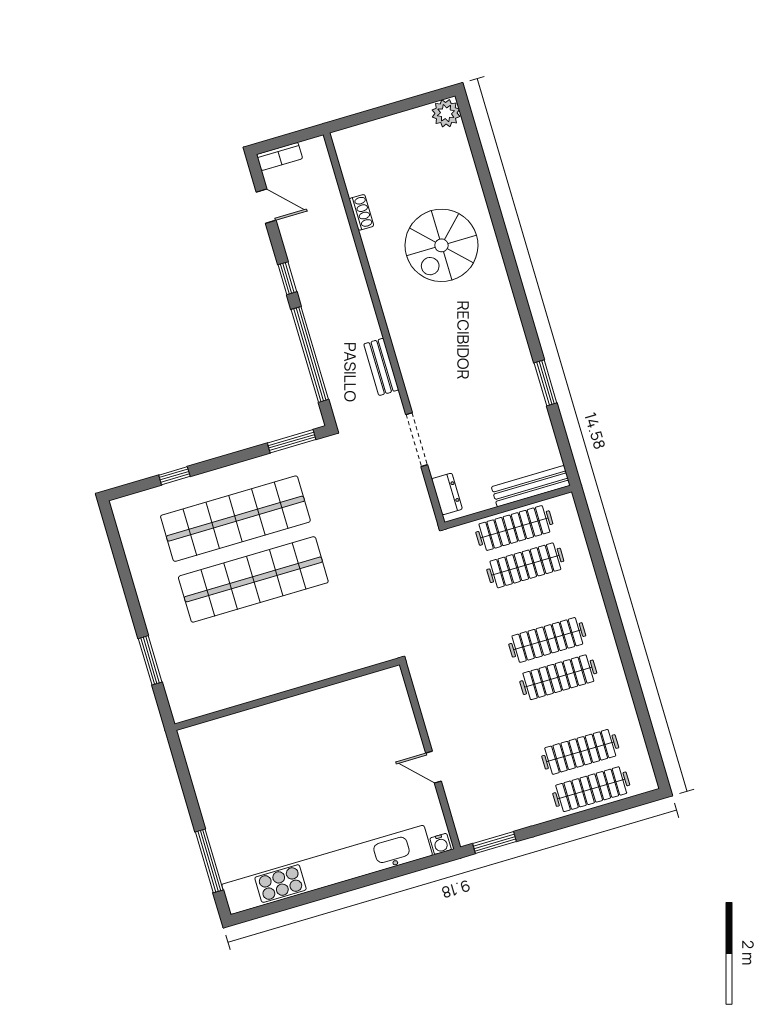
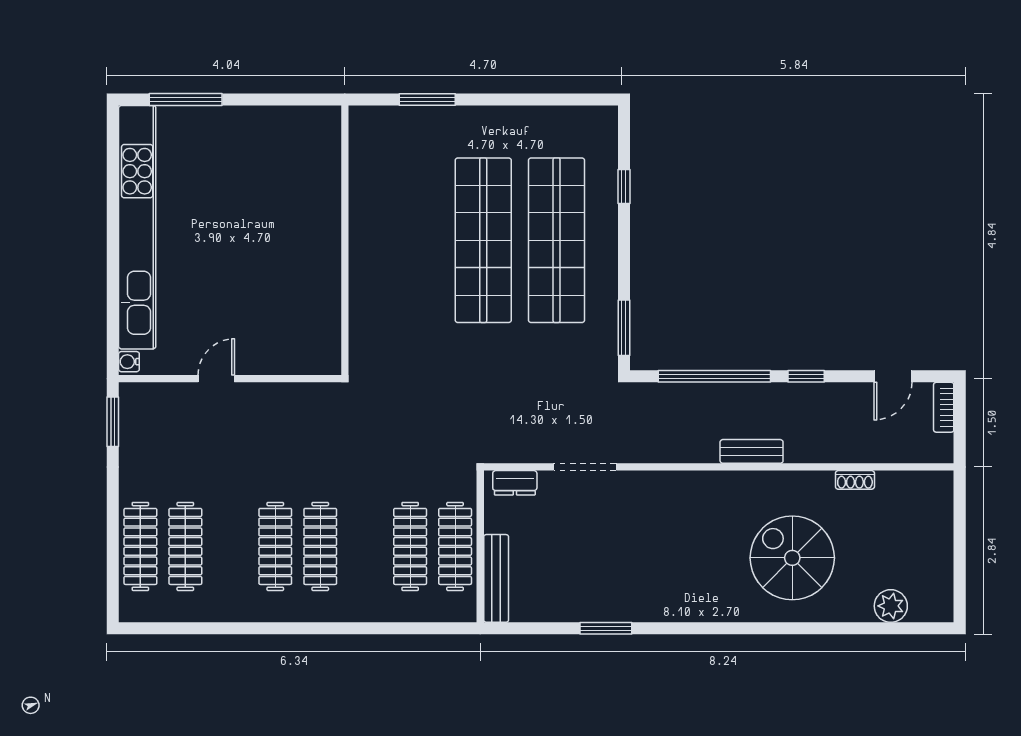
plant: (446, 113) -> (891, 606), moved
bench: (381, 367) -> (752, 451), moved

